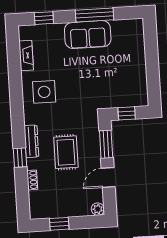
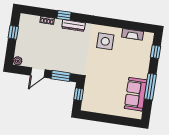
sofa: (88, 35) -> (136, 94), moved
rug: (66, 152) -> (61, 47), removed
door: (108, 177) -> (38, 72), swing flipped

